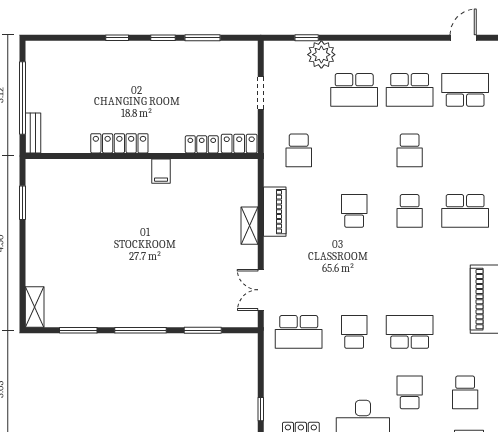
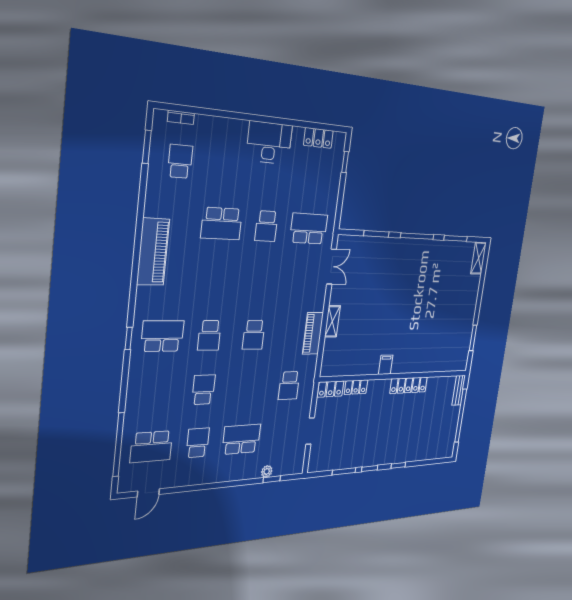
plant: (321, 55) -> (267, 471), width x0.53, depth x0.53
school desk: (410, 90) -> (198, 443), width x0.54
school desk: (299, 150) -> (289, 386), turned 180
school desk: (410, 211) -> (209, 335), turned 180
school desk: (410, 392) -> (228, 166), removed

